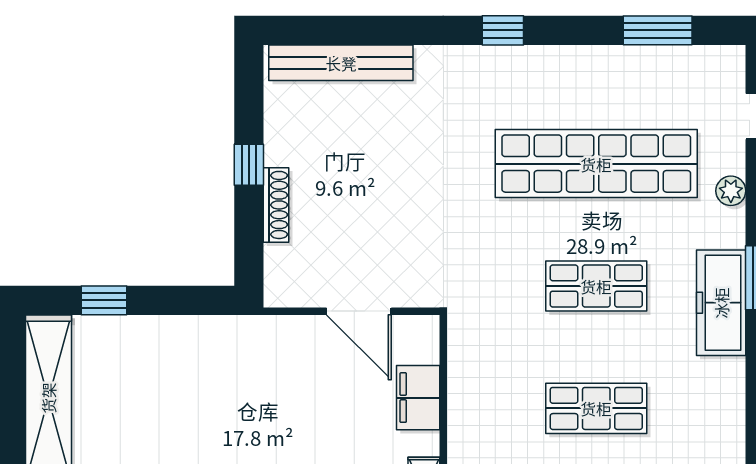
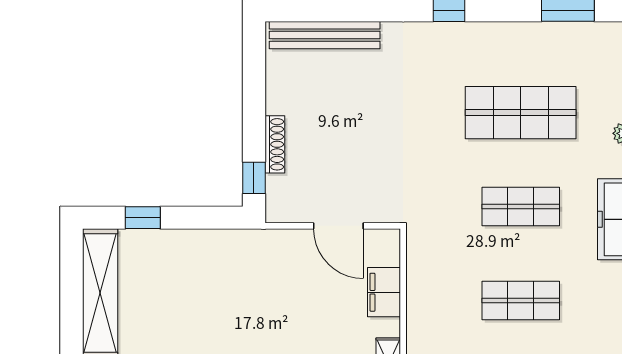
shop shelf: (596, 164) -> (521, 113), width x0.71
window: (249, 165) -> (254, 178), moved

